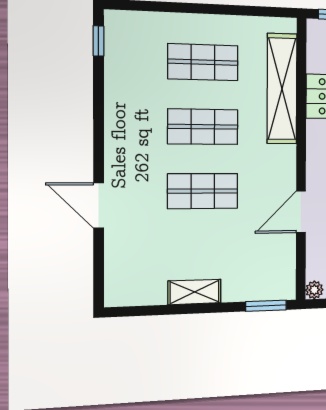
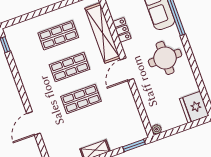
door: (99, 205) -> (33, 123), hinge flipped
door: (301, 212) -> (127, 69), moved

